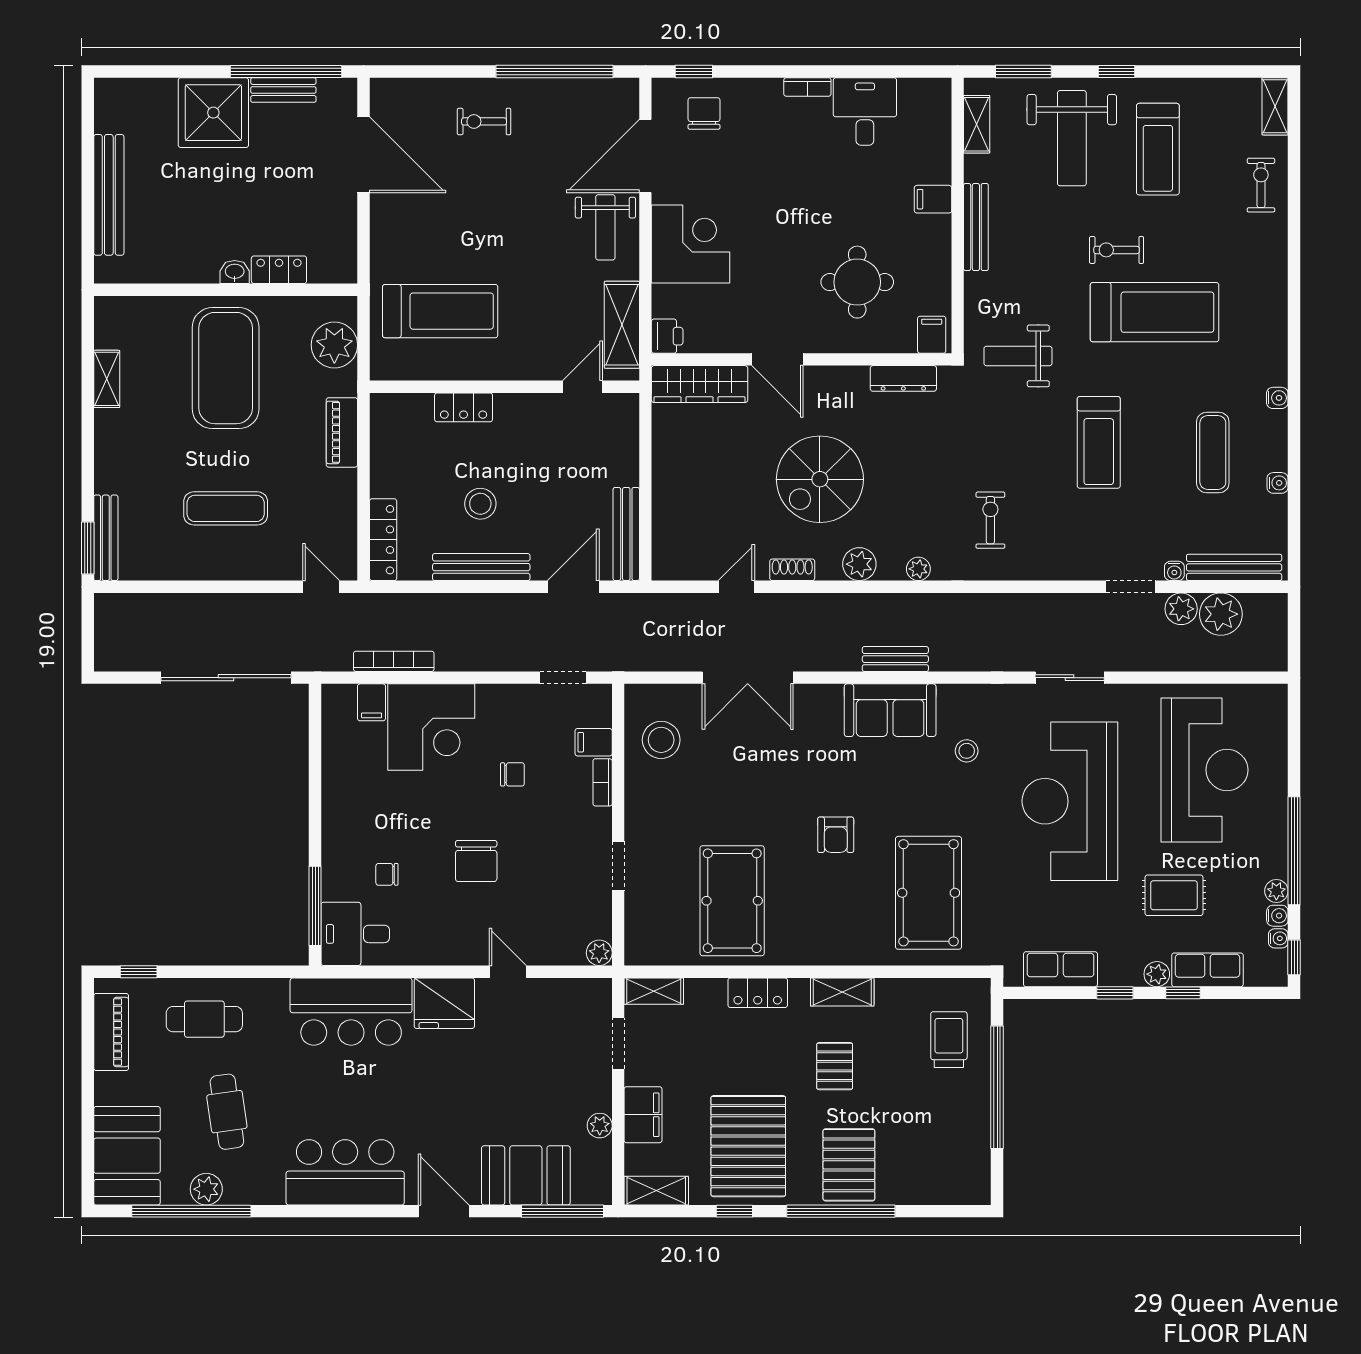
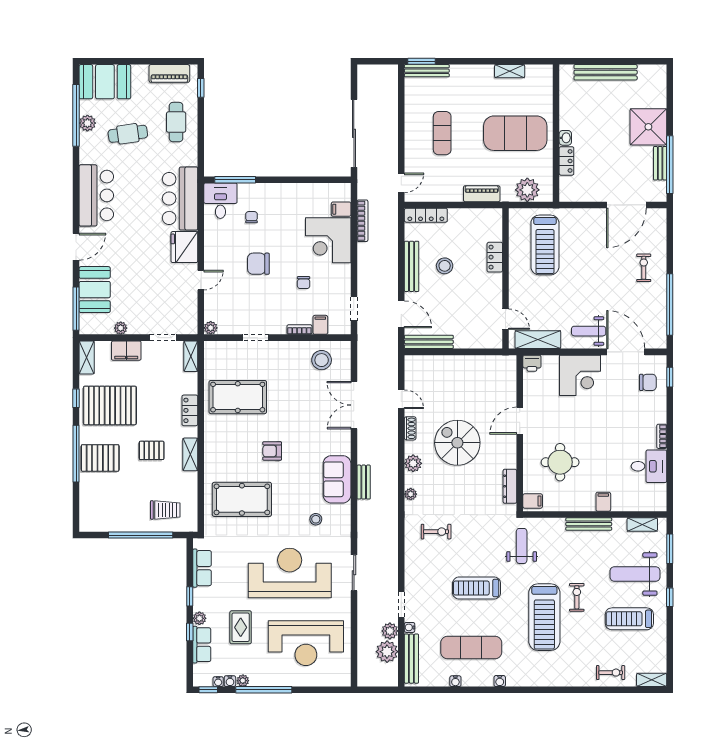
wardrobe: (700, 384) -> (507, 380), removed
exercise mat: (1213, 453) -> (471, 647), width x1.36, depth x1.45

